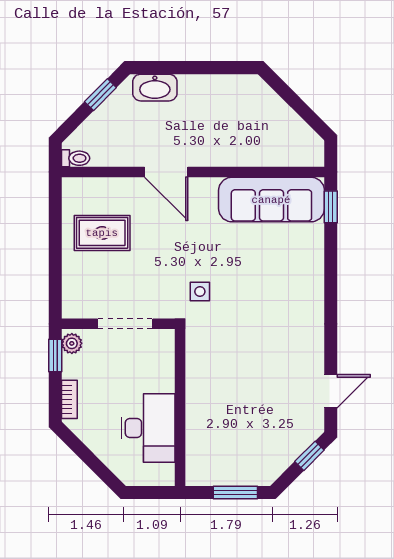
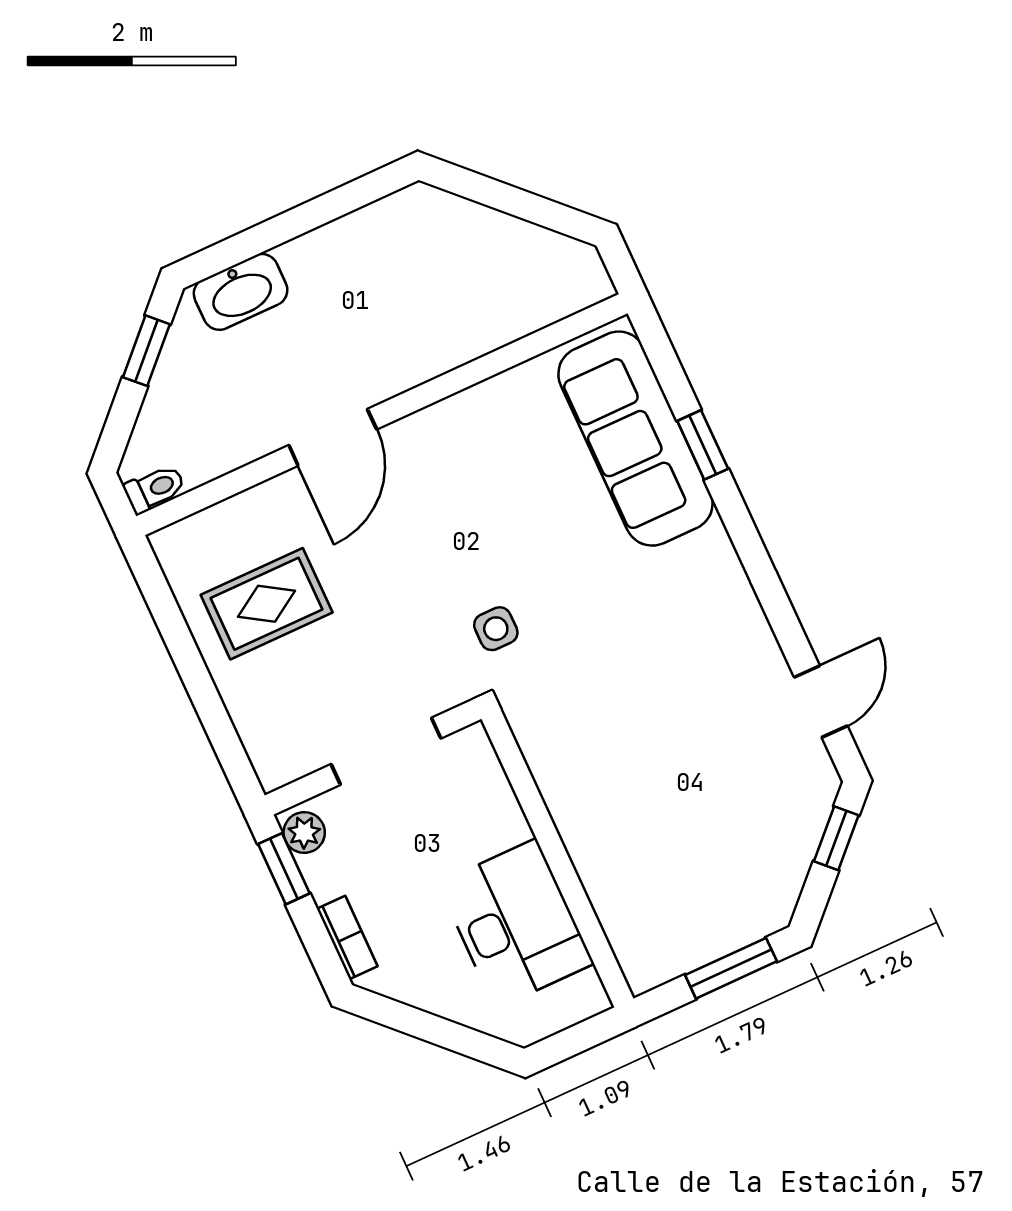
door: (166, 172) -> (333, 437), hinge flipped
sofa: (271, 200) -> (635, 439), moved, turned 90
window: (331, 207) -> (703, 445), moved

